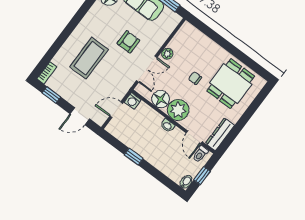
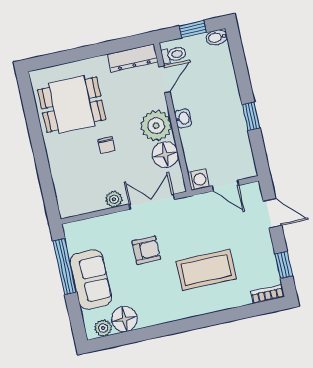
armchair: (128, 42) -> (146, 250), turned 180

